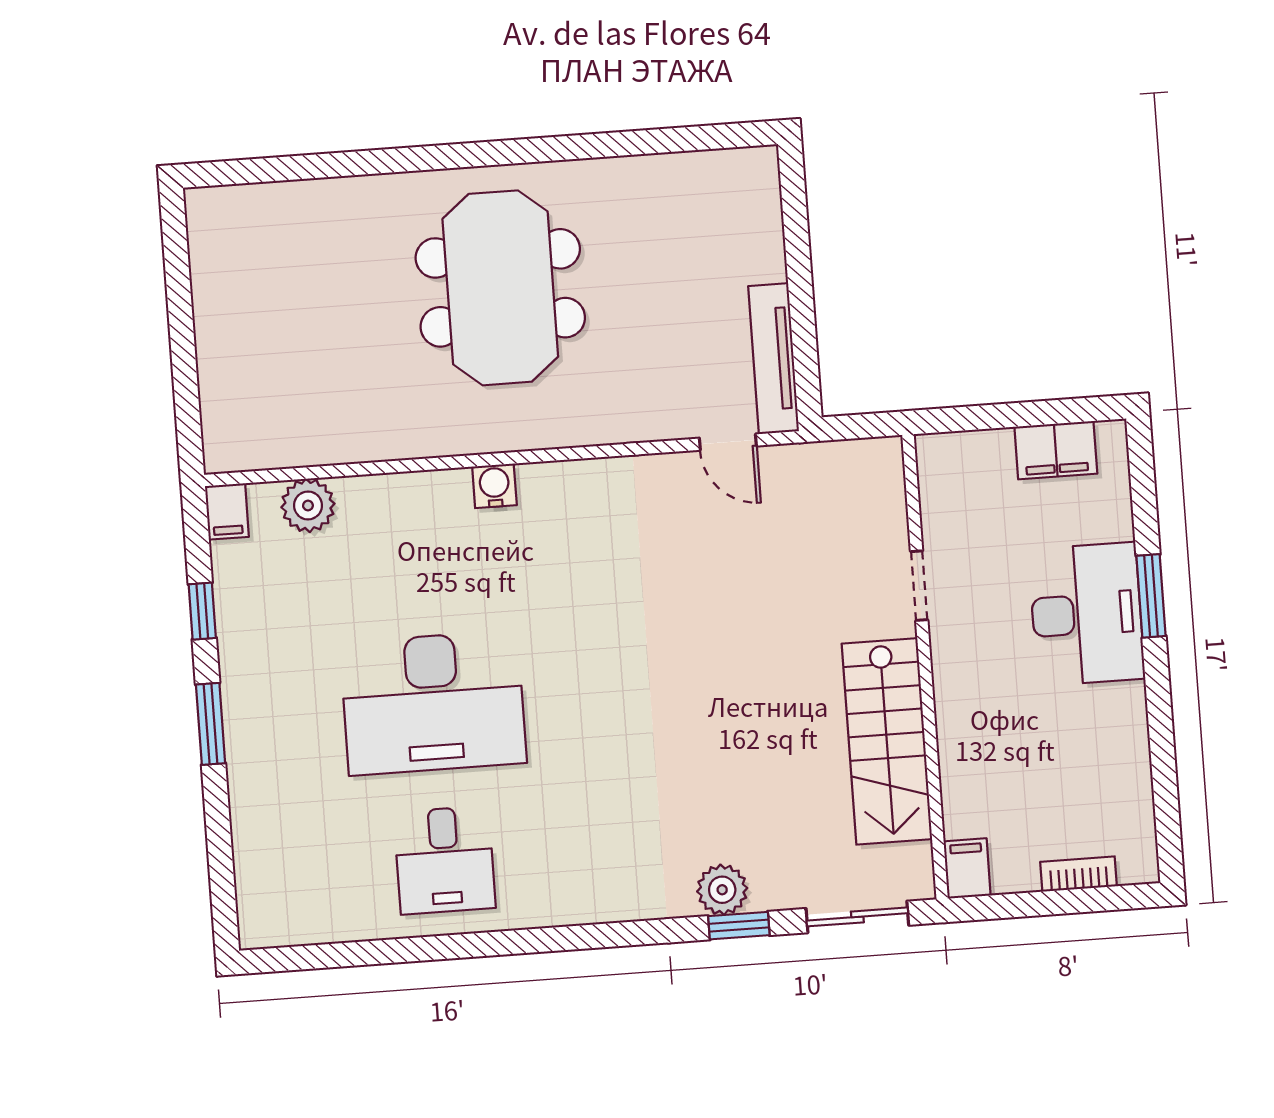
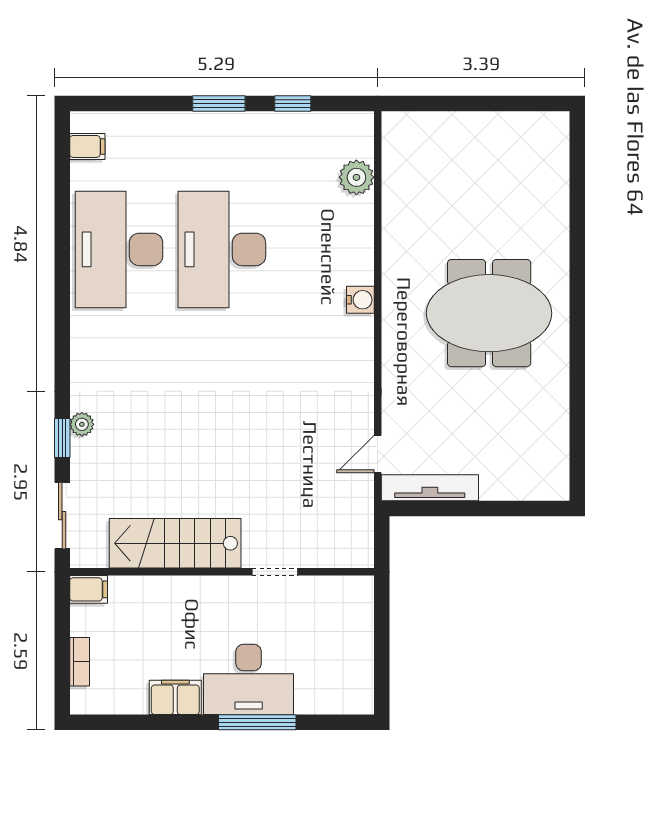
filing cabinet: (1056, 450) -> (175, 697), moved, turned 90
filing cabinet: (227, 511) -> (87, 146), moved, turned 180
window: (1151, 596) -> (257, 722), width x1.44
desk: (445, 860) -> (119, 249), width x1.87, depth x1.30
plant: (722, 890) -> (82, 424), width x0.73, depth x0.73

